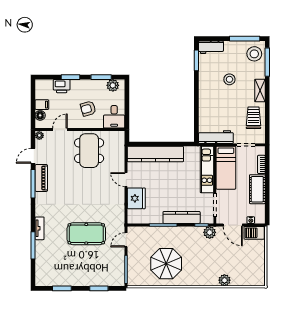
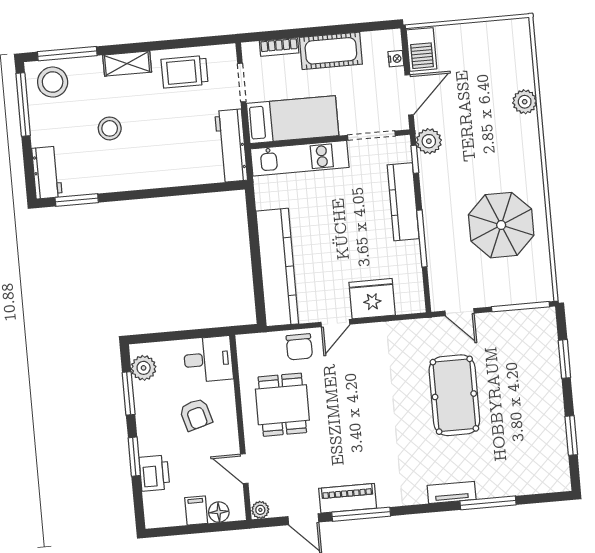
dining table: (89, 151) -> (282, 405), width x0.73
chair: (116, 161) -> (299, 347), added

